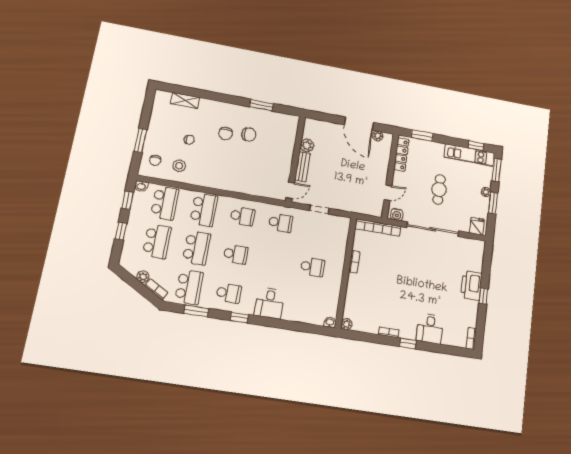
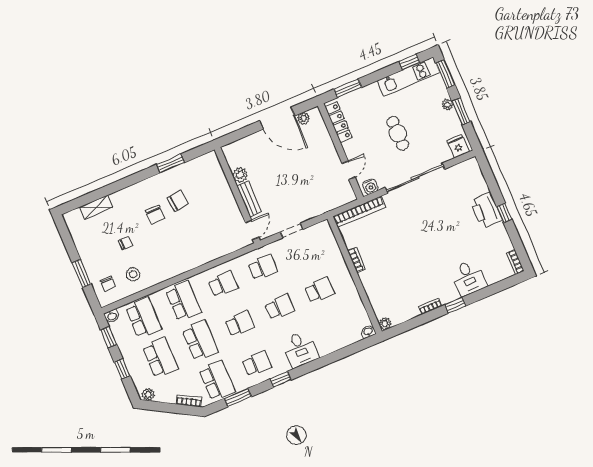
school desk: (274, 261) -> (280, 307), added
plant: (143, 277) -> (148, 394), moved

